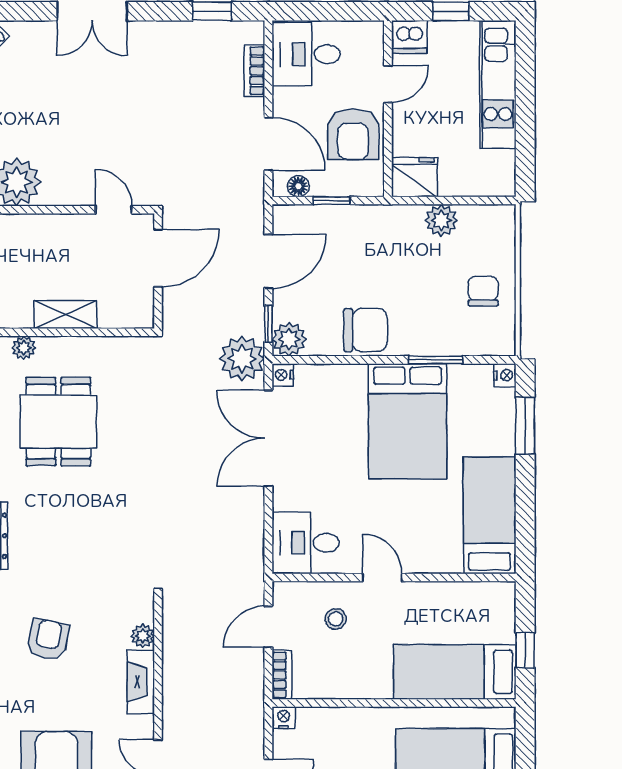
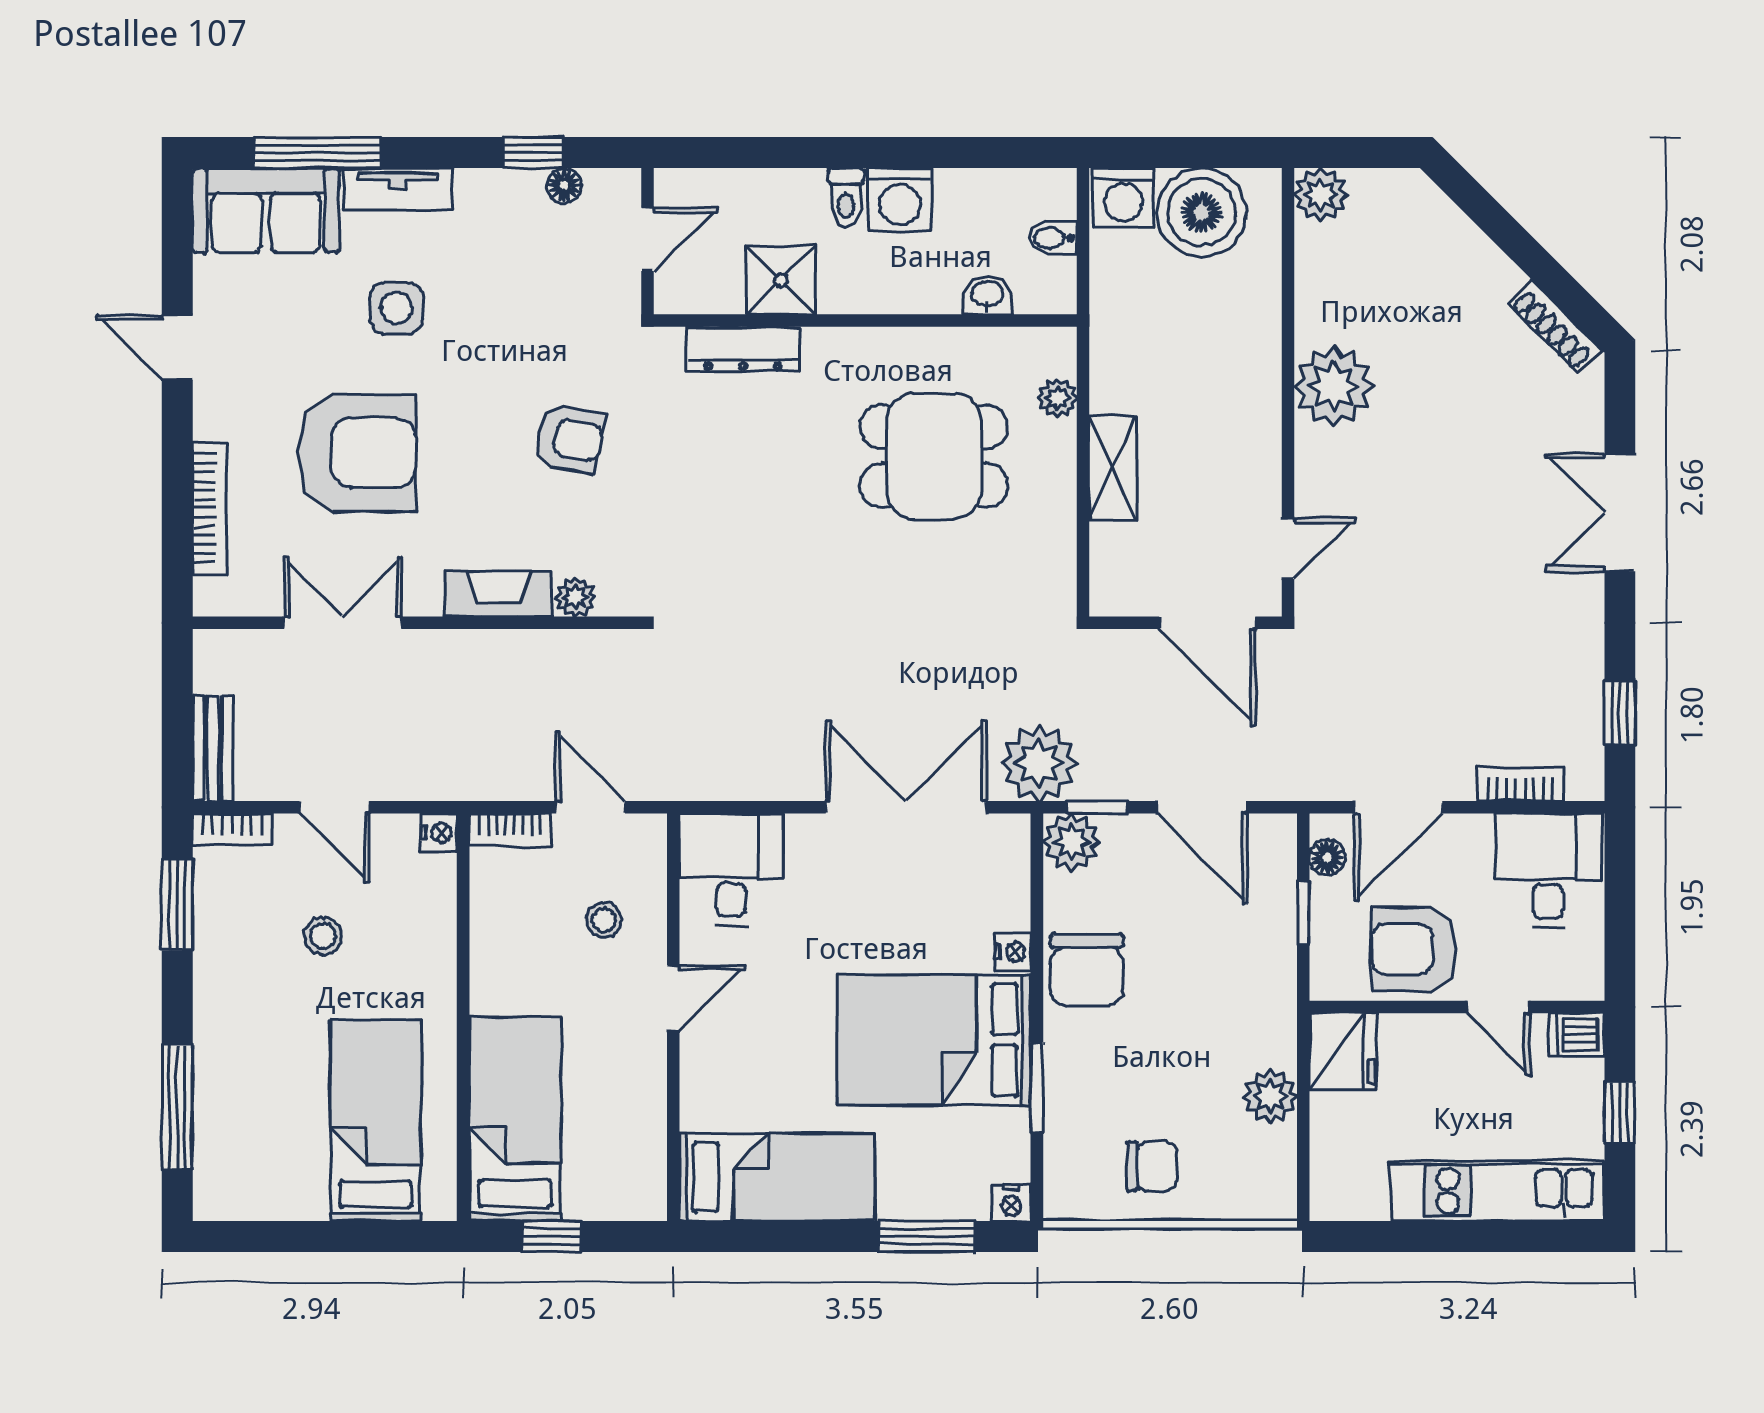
dishwasher: (409, 37) -> (1577, 1035), width x0.73
nightstand: (283, 375) -> (1013, 952), moved, turned 90

